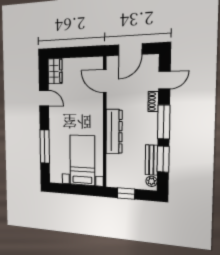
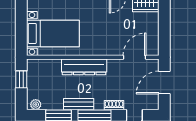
door: (130, 50) -> (164, 82), hinge flipped
bench: (151, 160) -> (79, 104), moved

